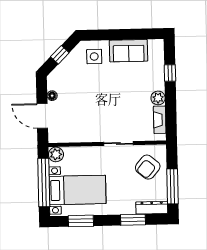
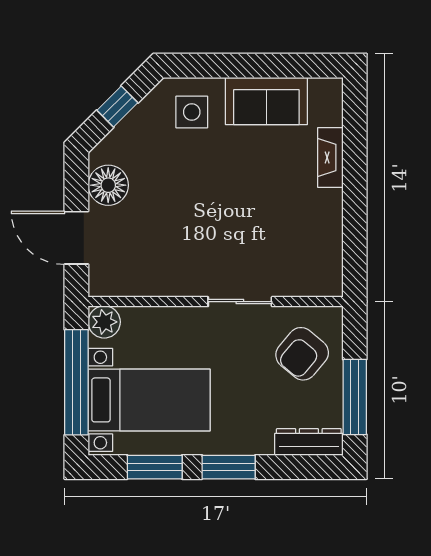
window: (170, 73) -> (355, 151), removed
floor lamp: (52, 96) -> (108, 185), width x1.89, depth x1.89
plant: (158, 98) -> (328, 205), removed
fireplace: (160, 120) -> (330, 157), moved
window: (133, 220) -> (229, 467), moved

